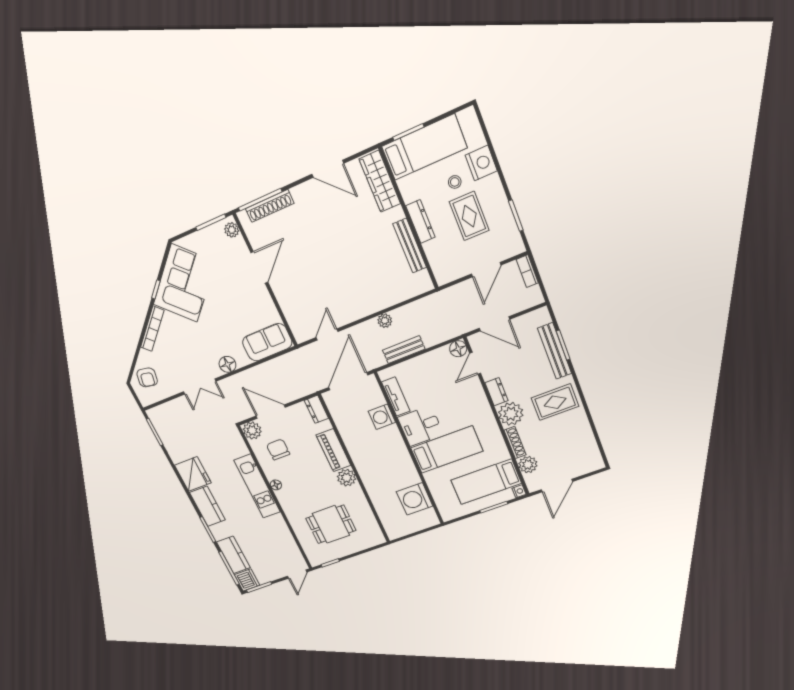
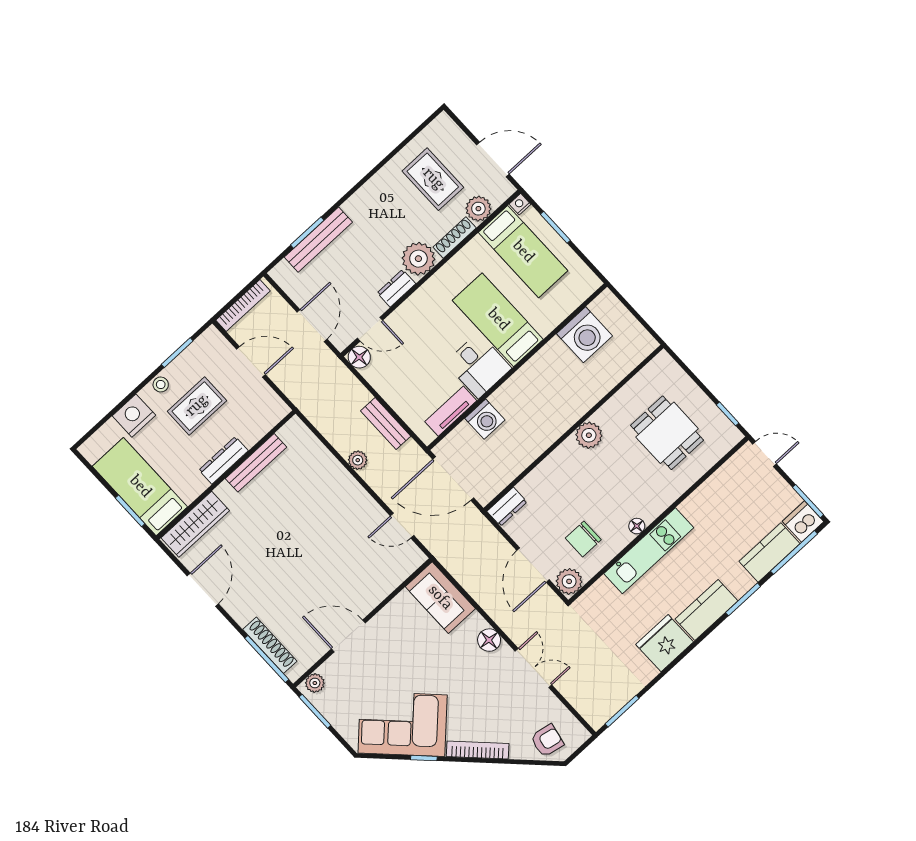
stool: (455, 182) -> (161, 384), moved
bookcase: (527, 271) -> (243, 305), width x1.56
rug: (555, 402) -> (433, 179), moved
piano: (333, 450) -> (556, 466), removed

